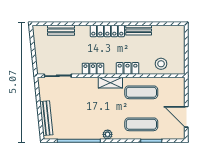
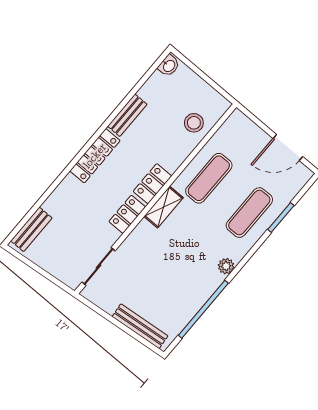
bench: (61, 30) -> (31, 229), moved
washbasin: (178, 30) -> (169, 66), added
locker: (128, 68) -> (152, 184), moved

